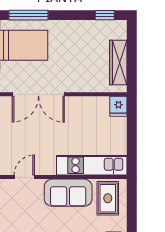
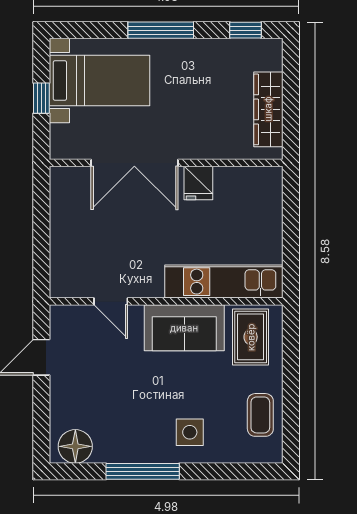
window: (29, 15) -> (161, 30), moved
fridge: (118, 106) -> (198, 183), moved
door: (24, 177) -> (111, 301), swing flipped

